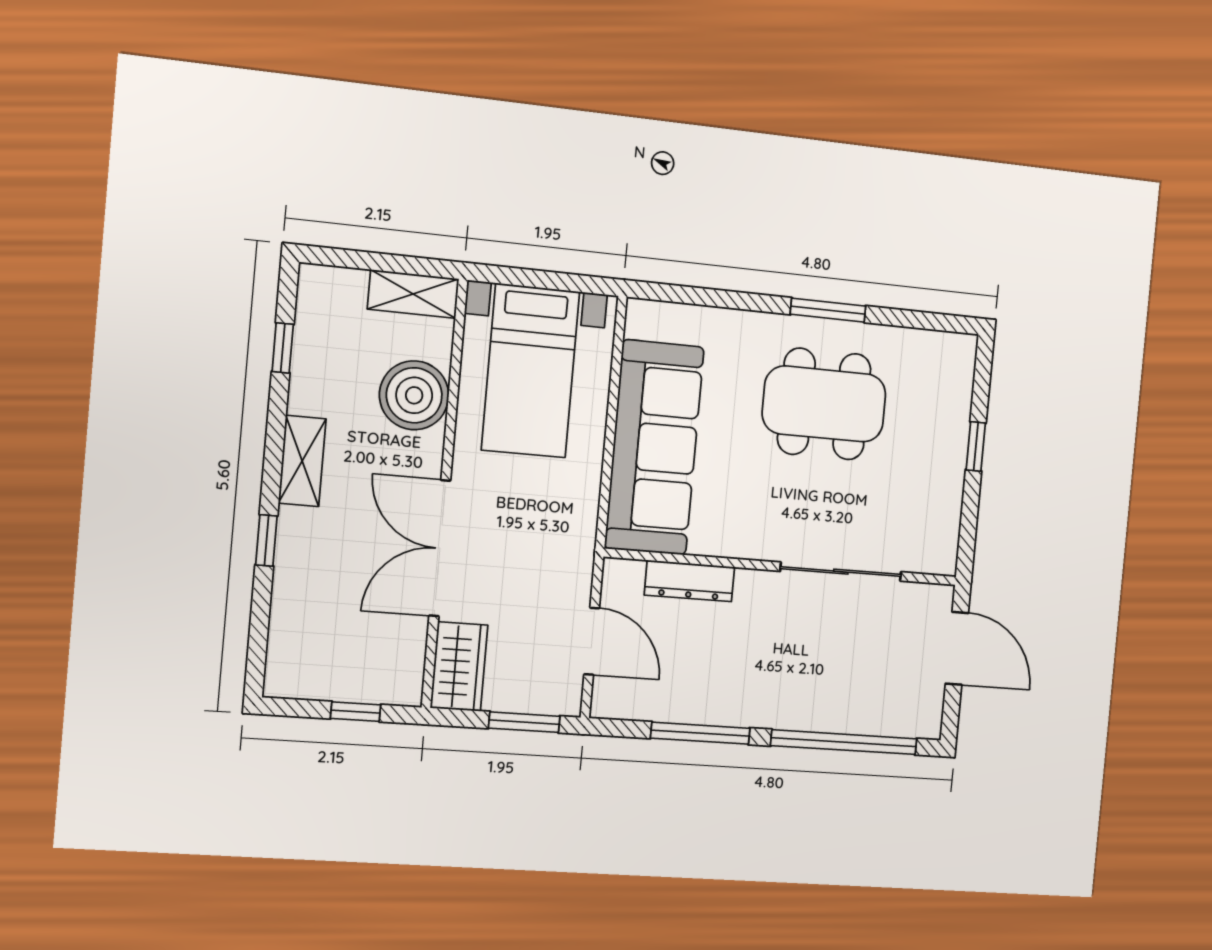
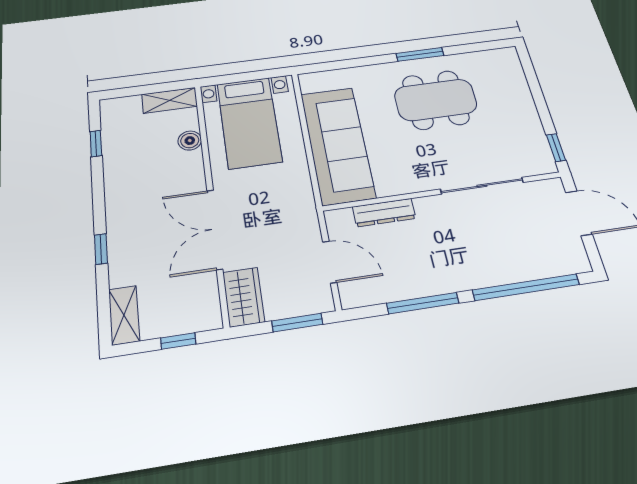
boiler: (414, 395) -> (190, 141), width x0.54, depth x0.54
window: (976, 446) -> (556, 148), moved
shelving: (302, 461) -> (124, 315), moved

